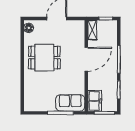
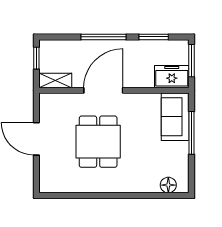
floor lamp: (29, 28) -> (168, 185), moved
dining table: (44, 58) -> (98, 142), moved
door: (86, 59) -> (103, 90), hinge flipped

